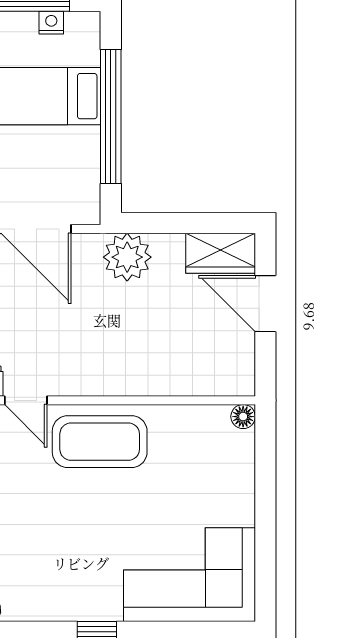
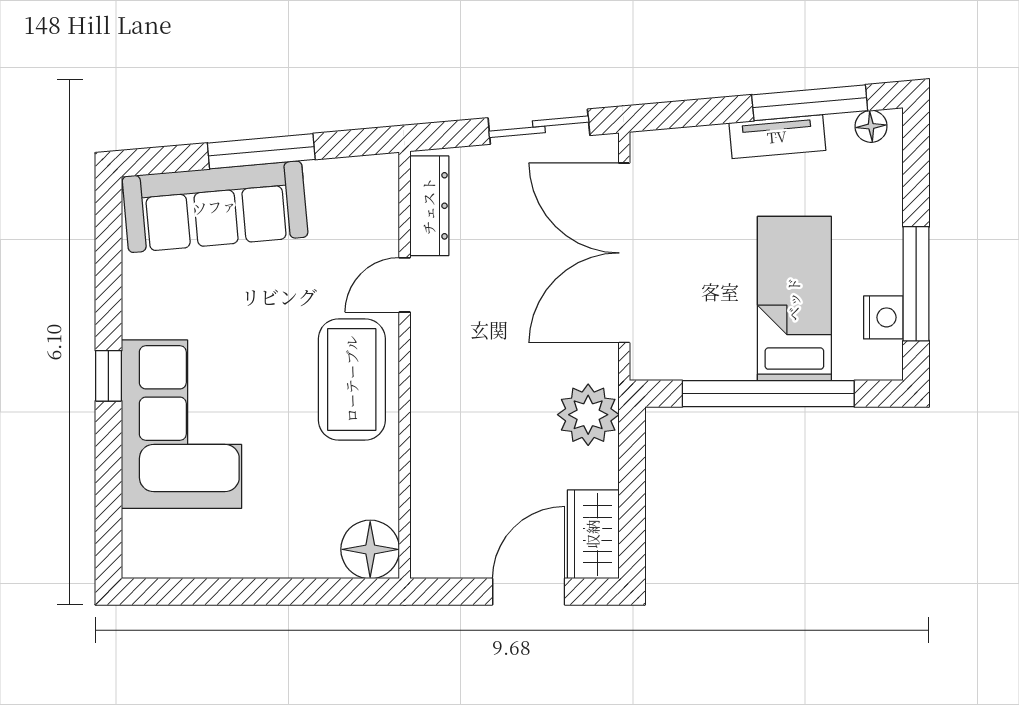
nightstand: (51, 23) -> (883, 317), width x1.39, depth x1.35
floor lamp: (243, 417) -> (370, 549), width x1.89, depth x1.89
corner sofa: (189, 575) -> (181, 424), moved

